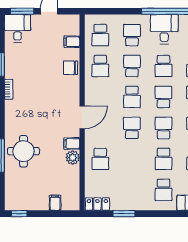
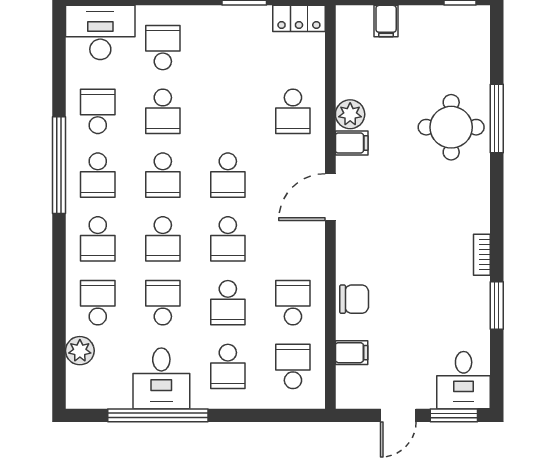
school desk: (132, 97) -> (228, 239), turned 180
school desk: (100, 159) -> (293, 111), turned 180
school desk: (163, 159) -> (163, 111), turned 180

